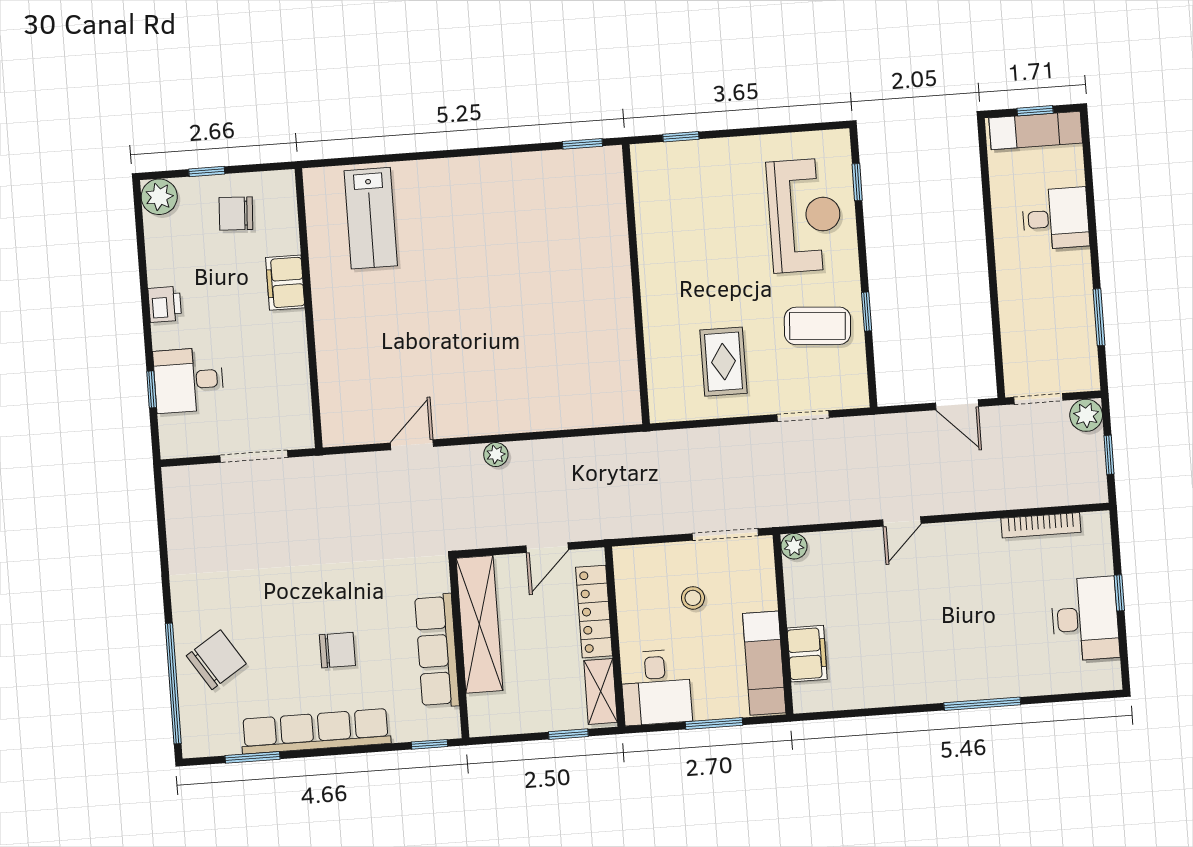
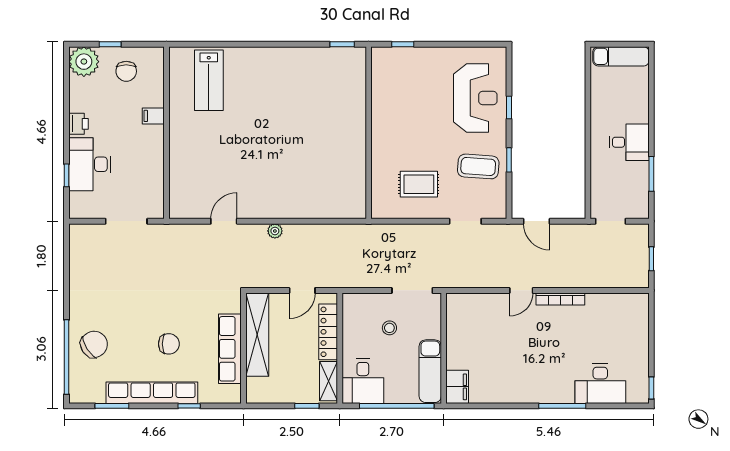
window: (1035, 111) -> (622, 44), removed
window: (857, 182) -> (509, 107), moved
plant: (159, 197) -> (84, 62), width x1.36, depth x1.36
chair: (236, 213) -> (126, 71), turned -93
desk: (1056, 218) -> (629, 142), moved
filing cabinet: (285, 283) -> (153, 116), width x0.50
rug: (723, 362) -> (419, 184), turned 90
desk: (189, 380) -> (90, 164), width x1.37
door: (957, 405) -> (537, 221), moved
plant: (1086, 415) -> (639, 234), removed
bookcase: (1041, 525) -> (560, 299), moved
plant: (794, 546) -> (454, 301), removed
window: (1119, 593) -> (651, 388), moved
desk: (1085, 619) -> (600, 384), moved, turned 90
filing cabinet: (807, 654) -> (457, 387), moved
window: (714, 723) -> (397, 406), width x2.11
window: (430, 744) -> (189, 406), moved

